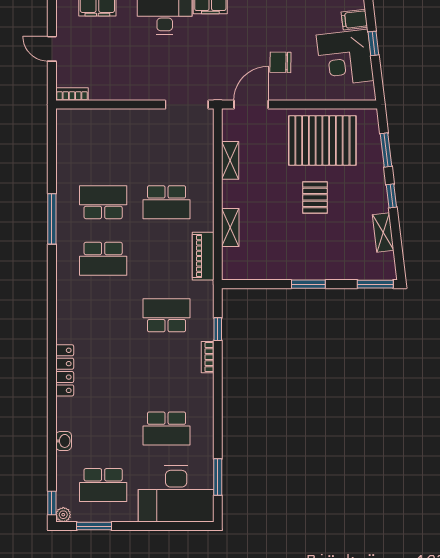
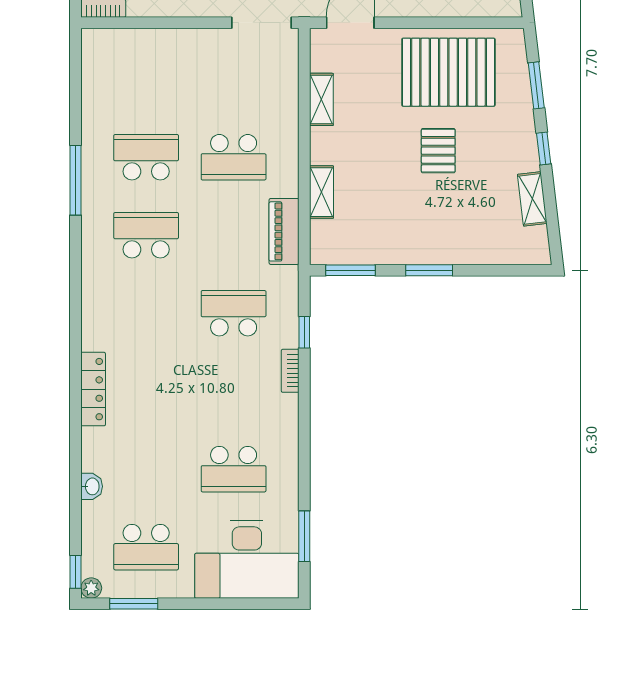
school desk: (103, 259) -> (146, 235), turned 180
window: (375, 284) -> (350, 270), moved

